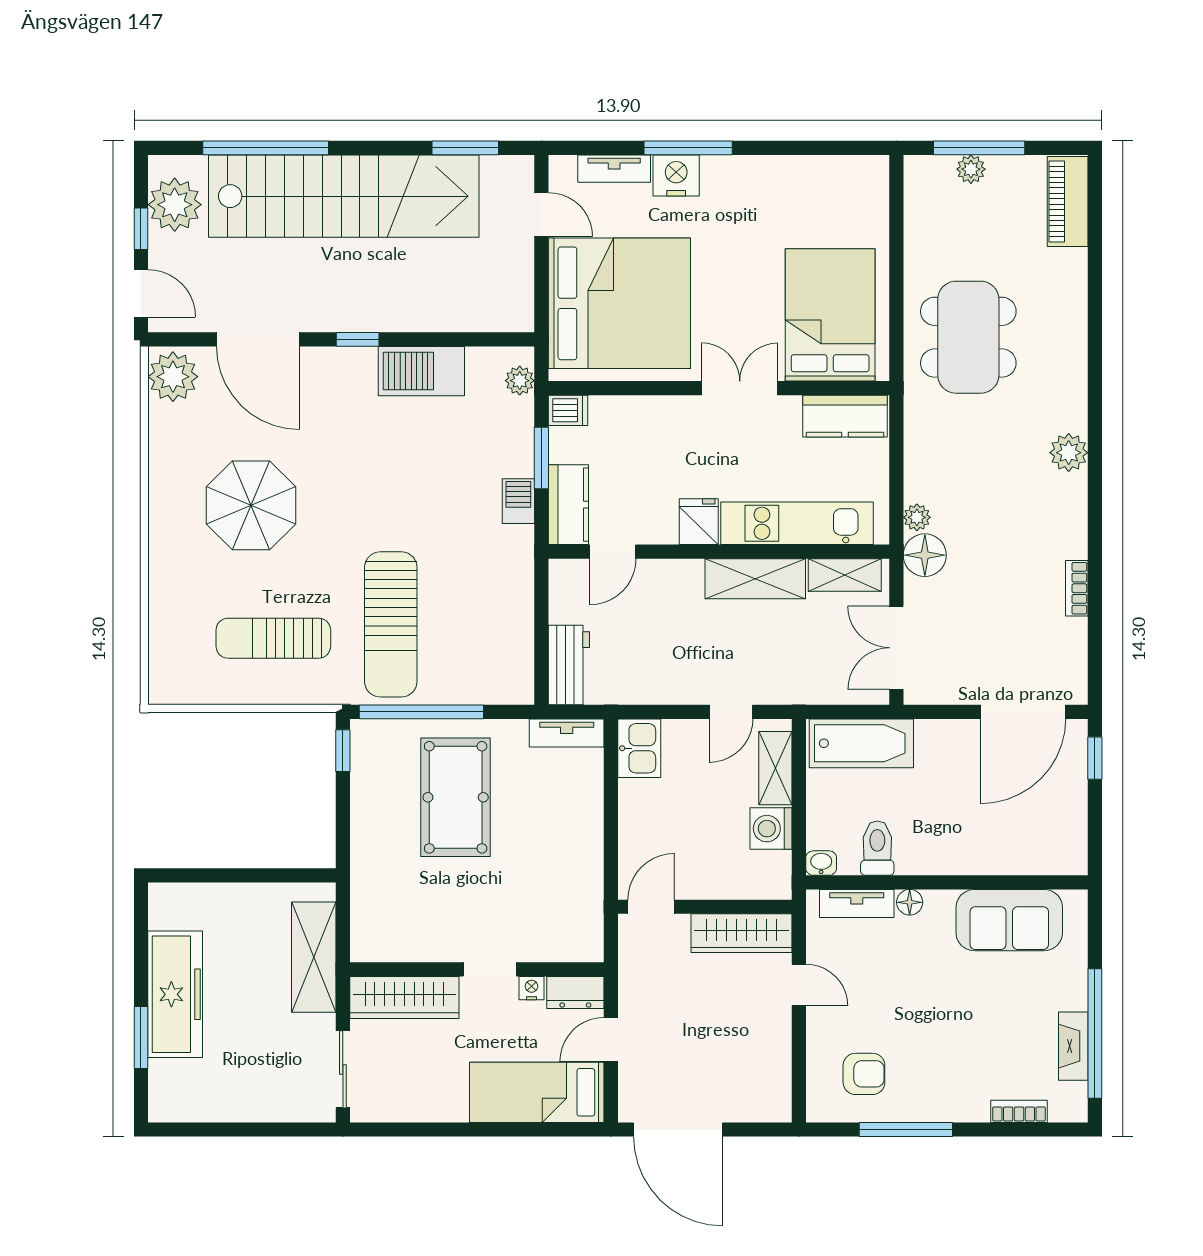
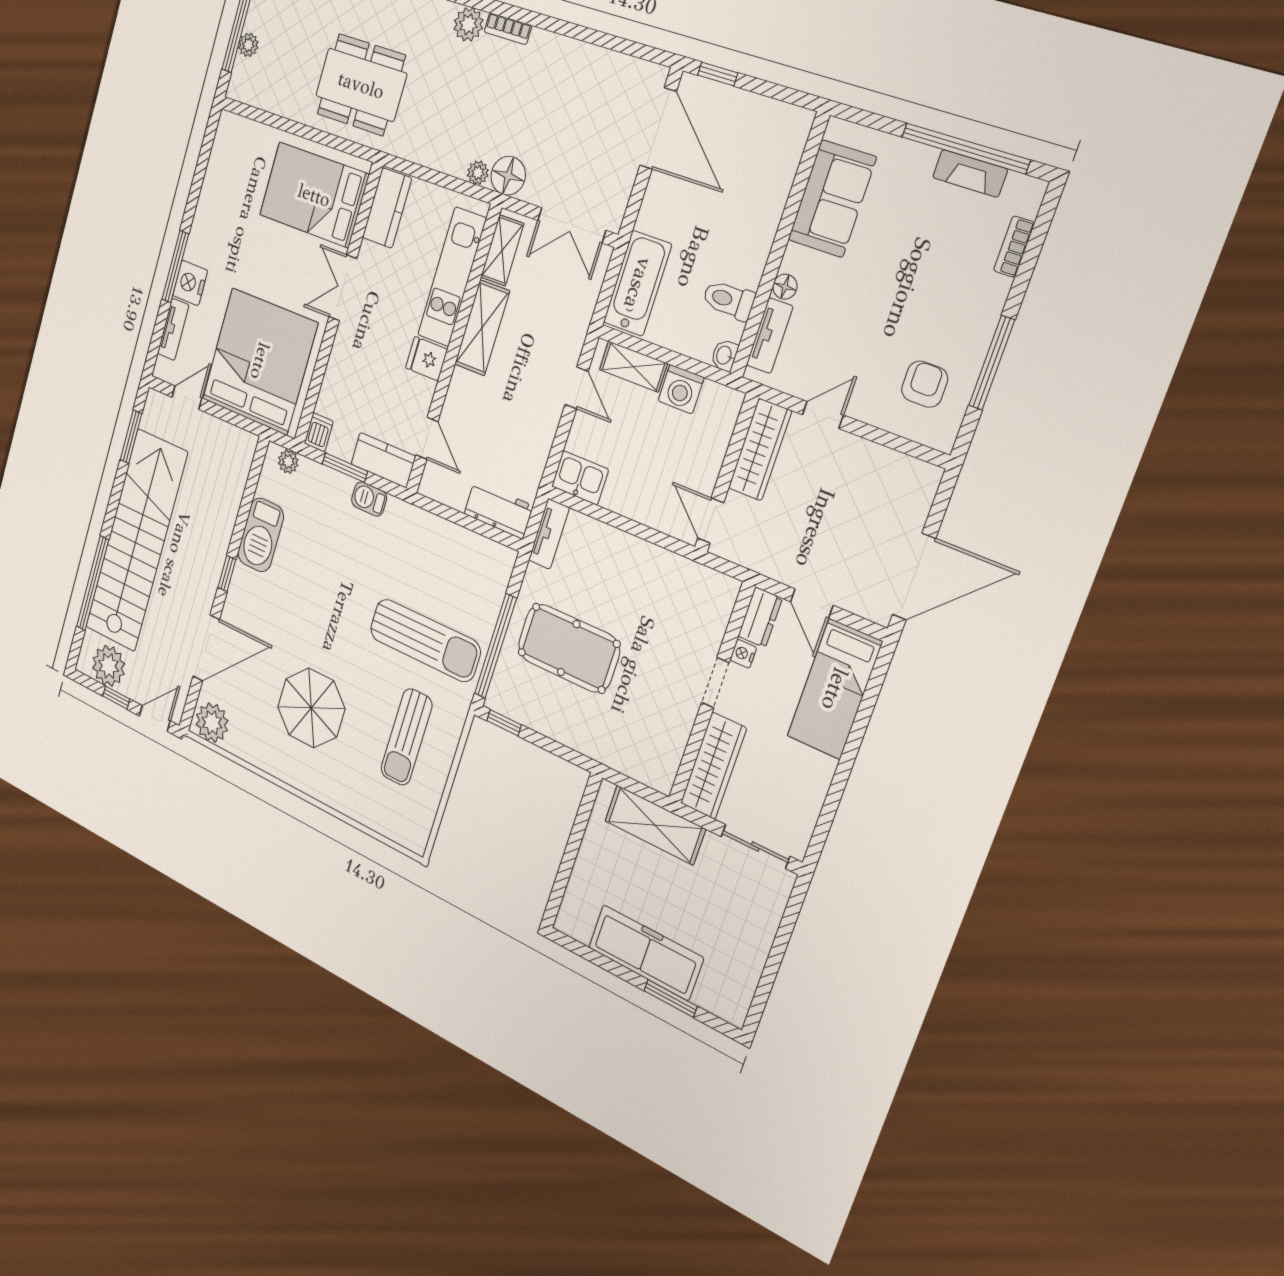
bookcase: (1077, 588) -> (508, 29), moved

